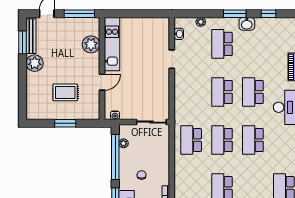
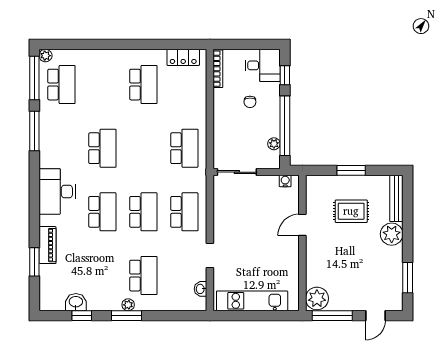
plant: (201, 22) -> (128, 305), moved
washbasin: (247, 24) -> (76, 302), moved
bench: (31, 36) -> (396, 198), moved
plant: (91, 44) -> (317, 298), moved
kitchen unit: (112, 44) -> (252, 301), moved, turned 90
plant: (35, 63) -> (392, 234), moved
school desk: (222, 140) -> (184, 212), moved

